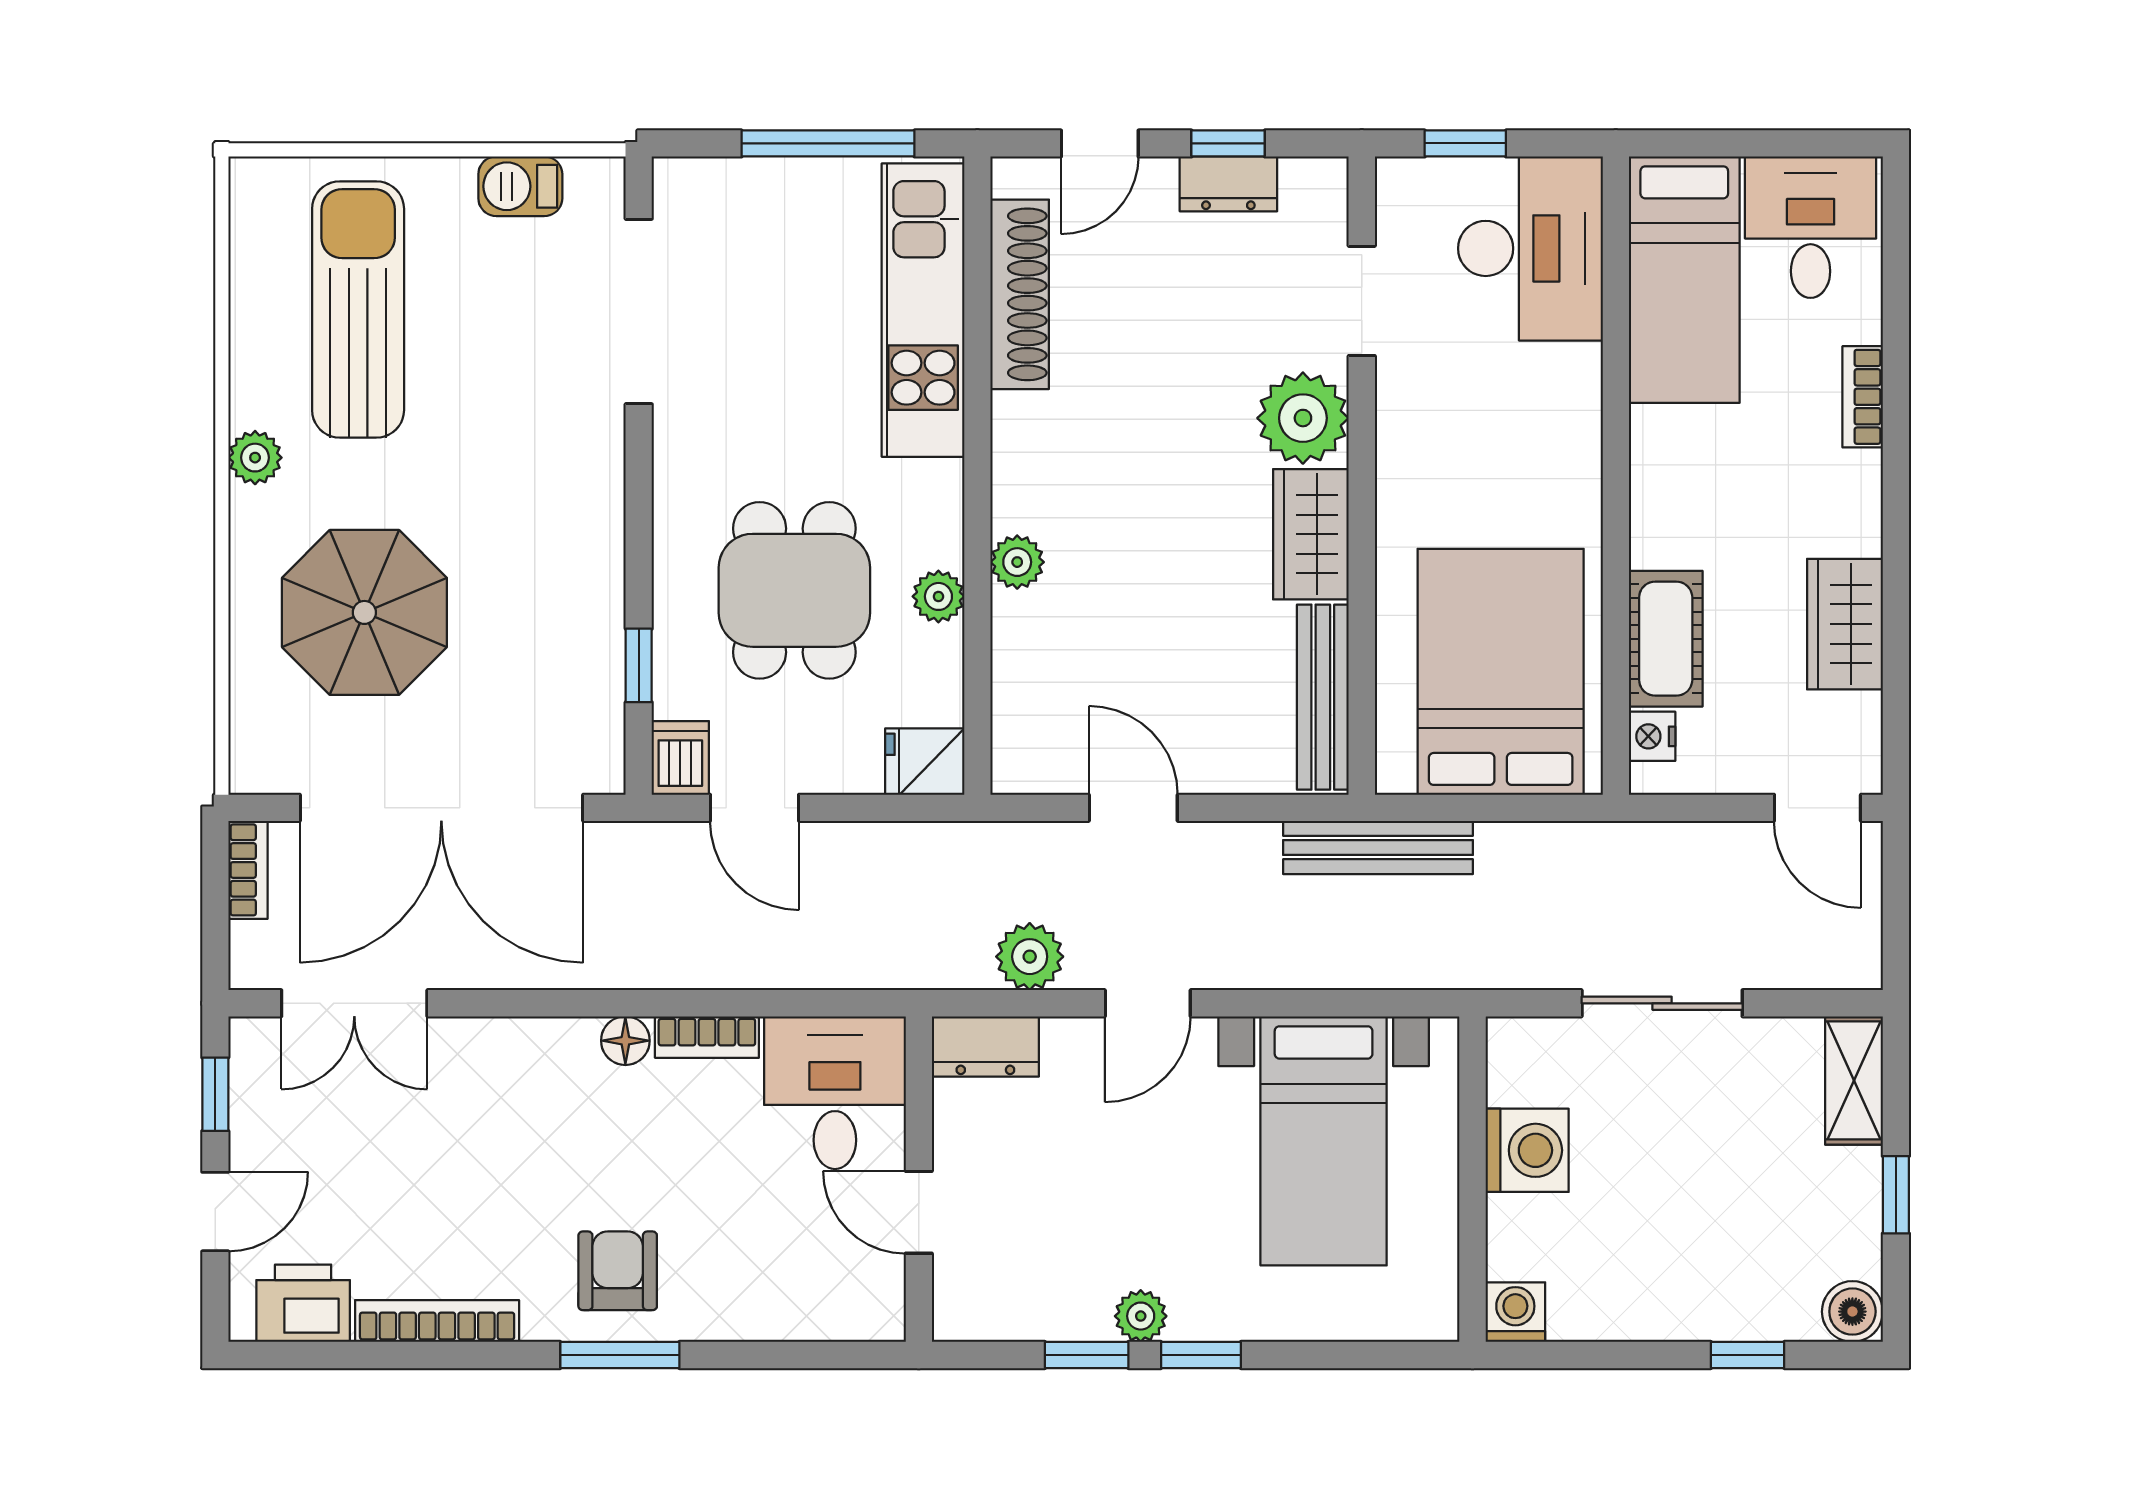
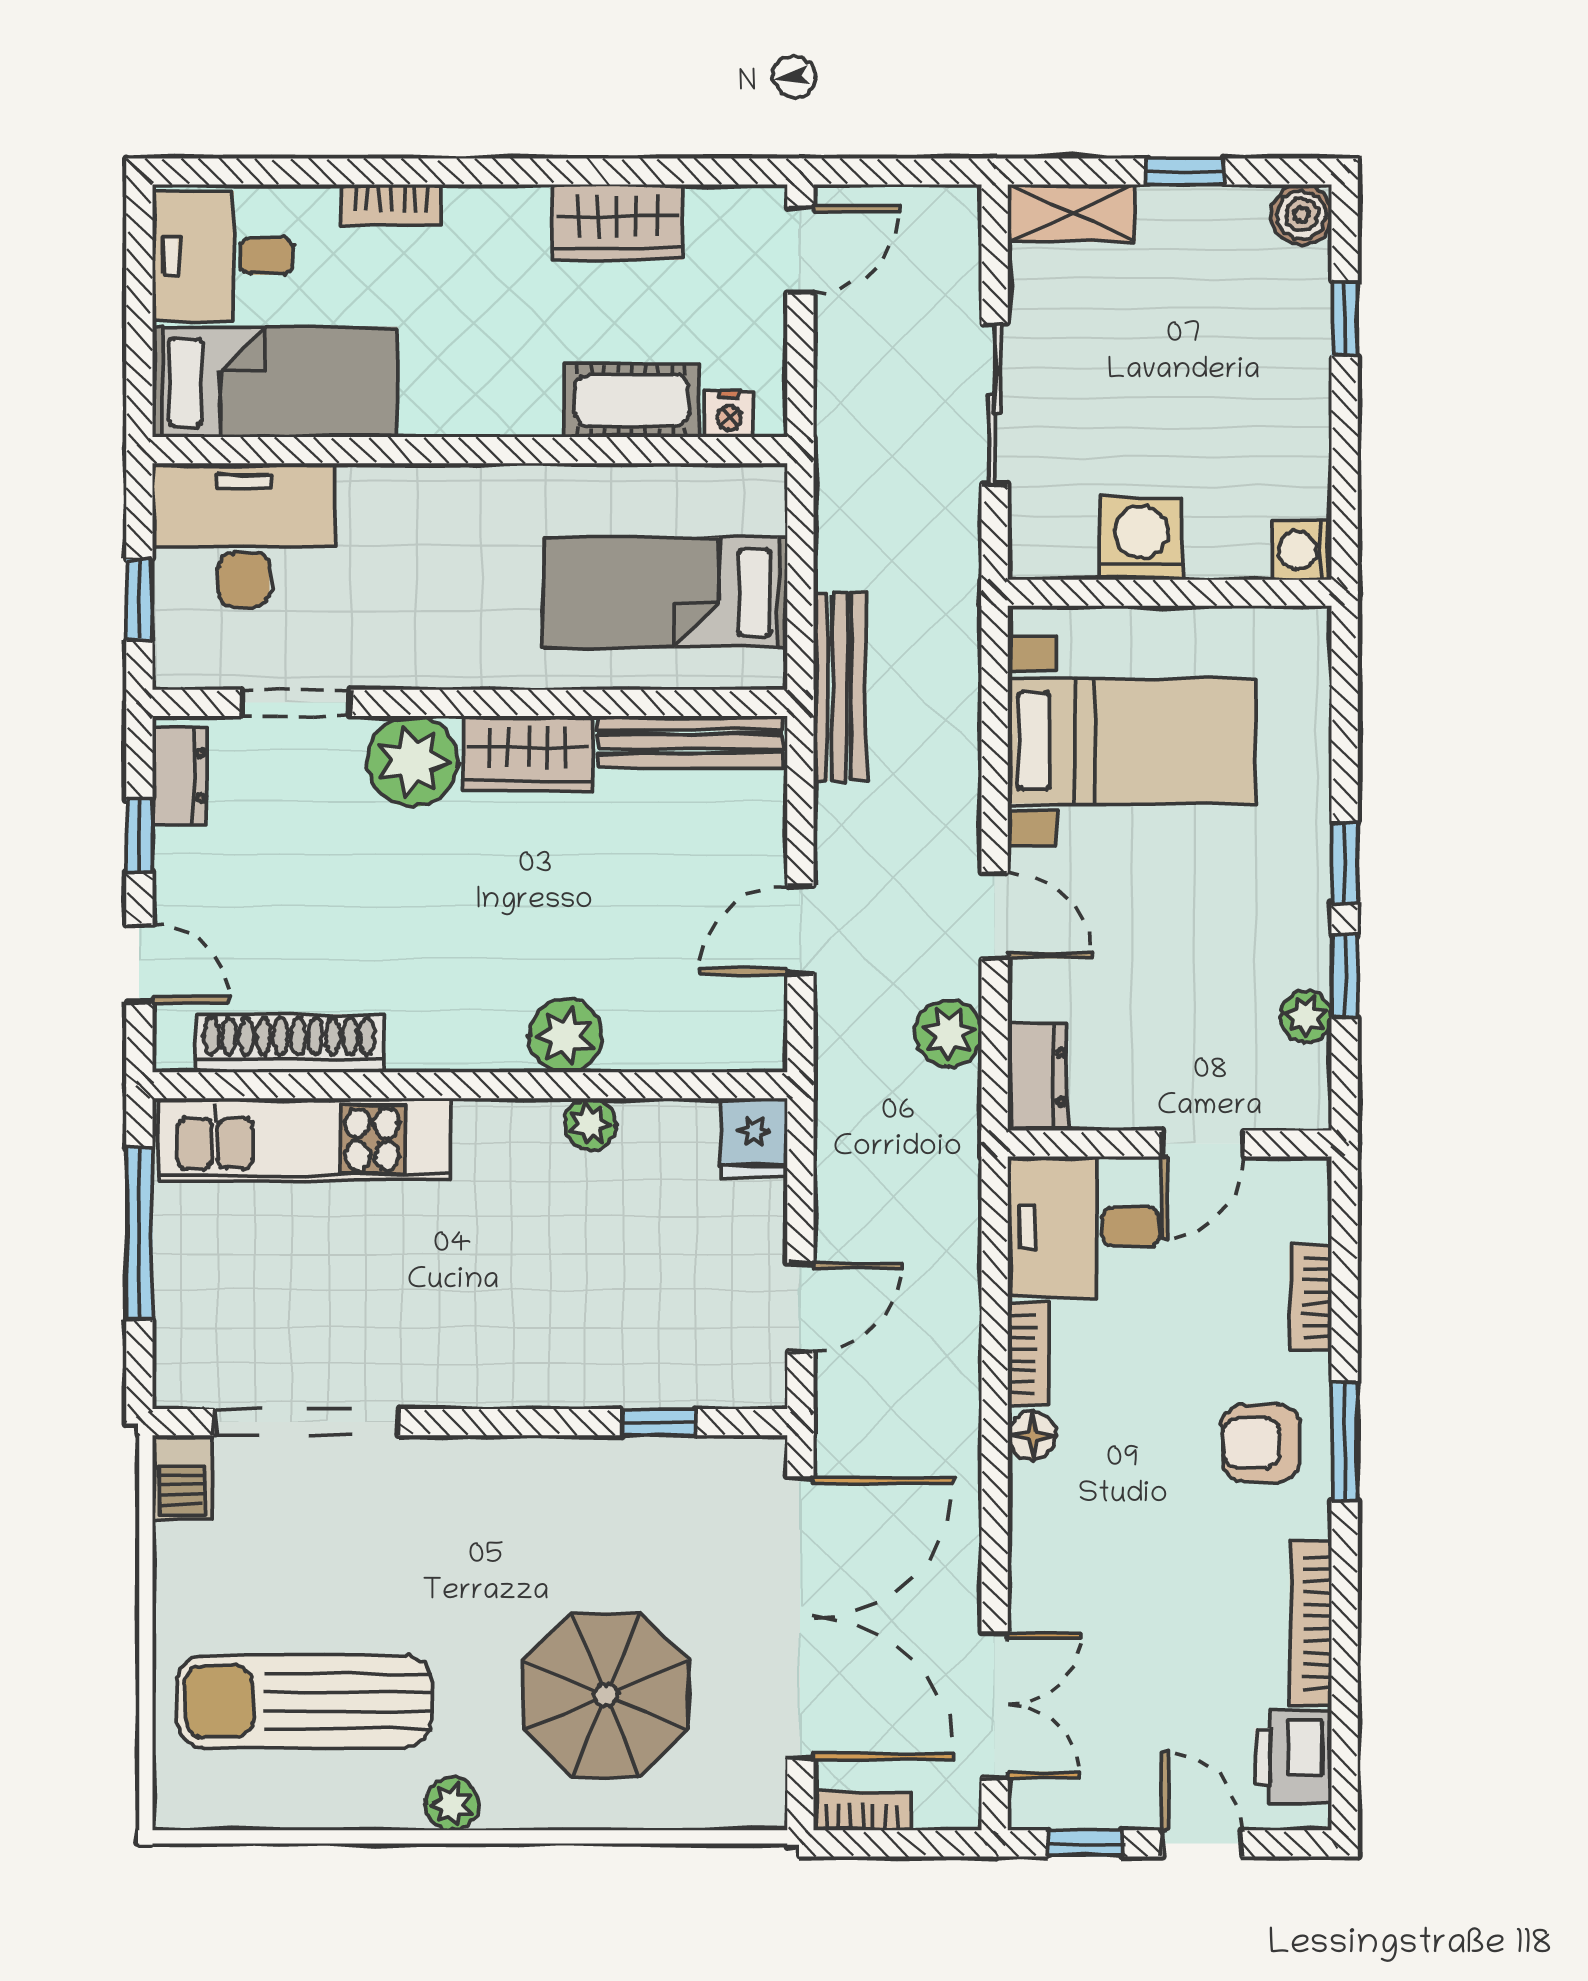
dresser: (1228, 184) -> (180, 775), moved
barbecue: (520, 186) -> (182, 1477), moved
plant: (1017, 562) -> (566, 1036), width x1.38, depth x1.38
dining table: (794, 590) -> (584, 1267), removed
bed: (1501, 672) -> (665, 592), width x0.67
dishwasher: (680, 758) -> (751, 1381), removed
plant: (1141, 1316) -> (1306, 1017), moved
bookcase: (763, 1321) -> (1311, 1298), added

